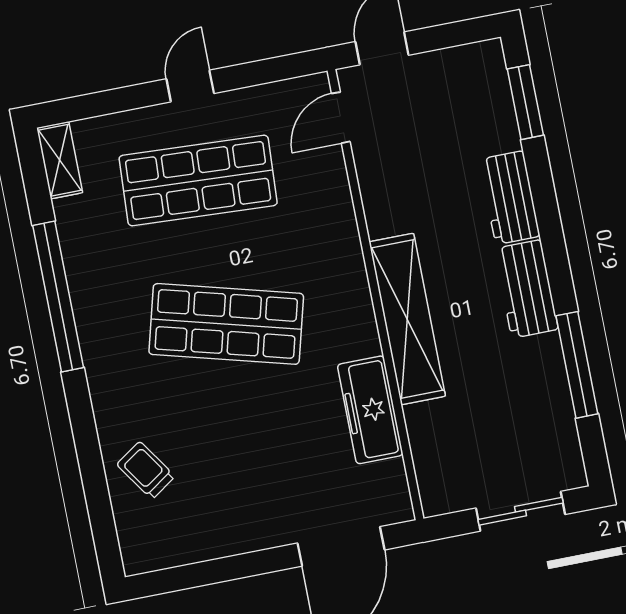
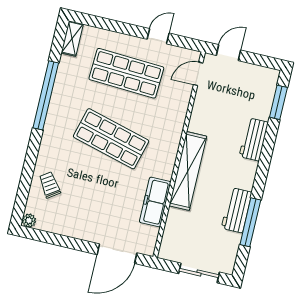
door: (190, 86) -> (158, 36), moved
workbench: (526, 289) -> (237, 210), moved
plant: (137, 559) -> (29, 221), added

